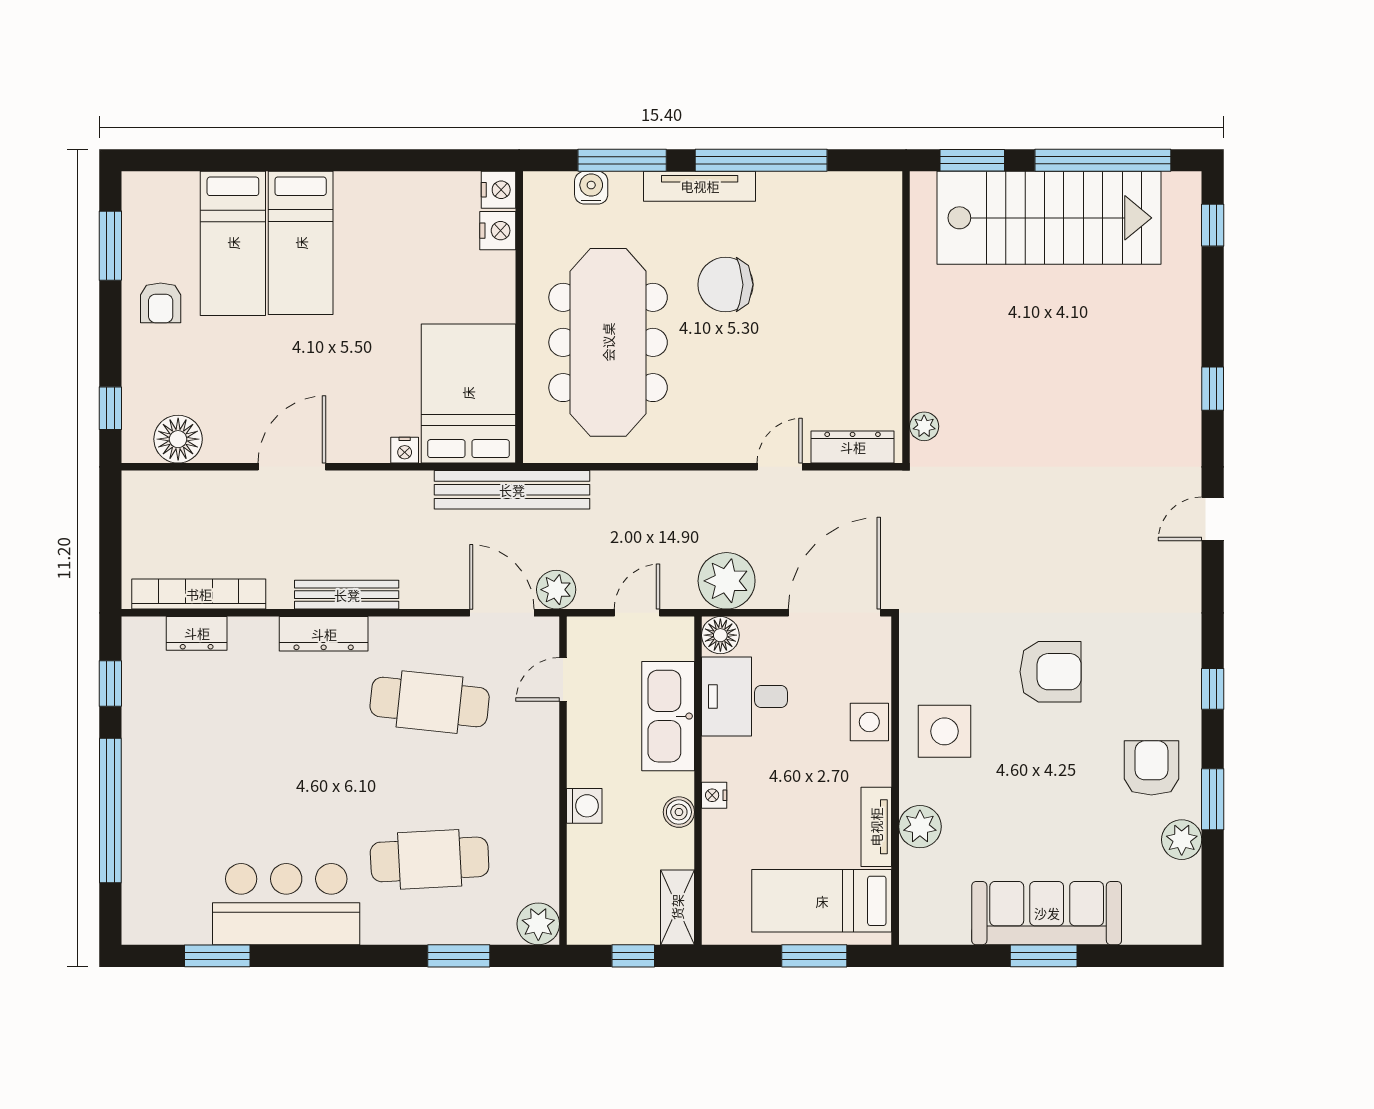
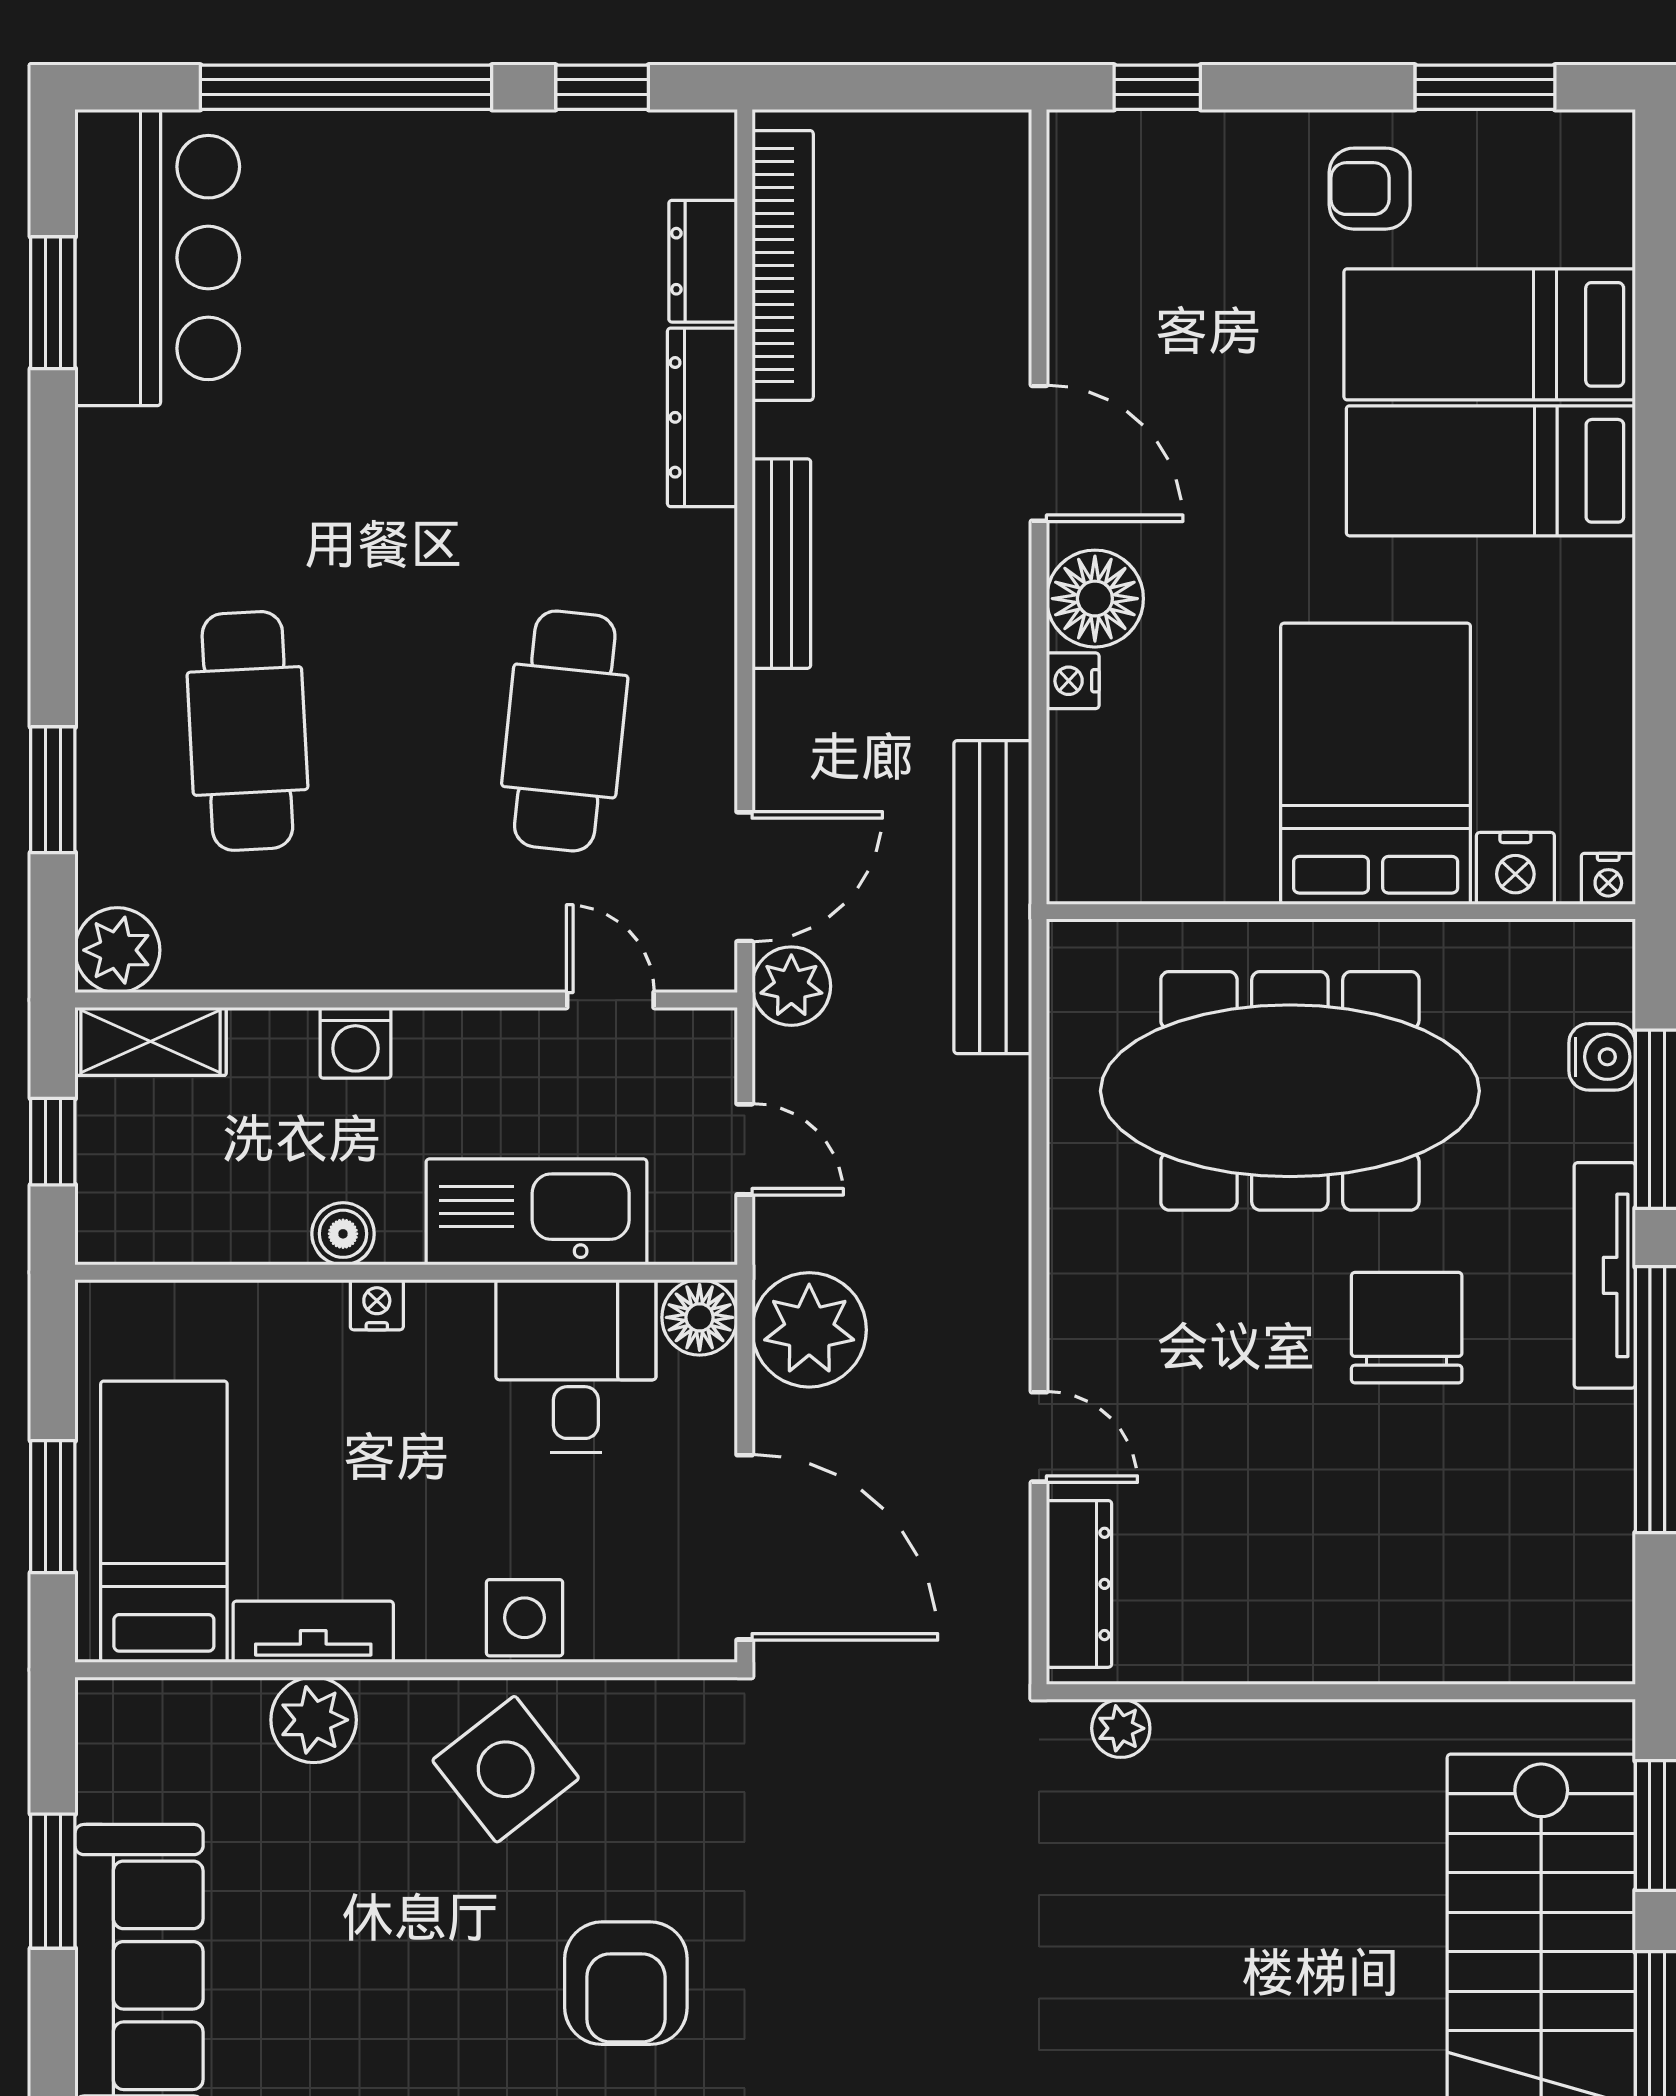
nightstand: (498, 190) -> (1608, 879), width x0.72, depth x0.74
bed: (468, 393) -> (1376, 764), moved, turned -90
floor lamp: (178, 439) -> (1095, 599), moved
dresser: (324, 634) -> (702, 417), moved
side table: (944, 731) -> (506, 1769), turned -38
bar counter: (286, 904) -> (157, 258), moved
shelving: (677, 907) -> (150, 1041), moved
window: (1044, 956) -> (53, 1881), moved

